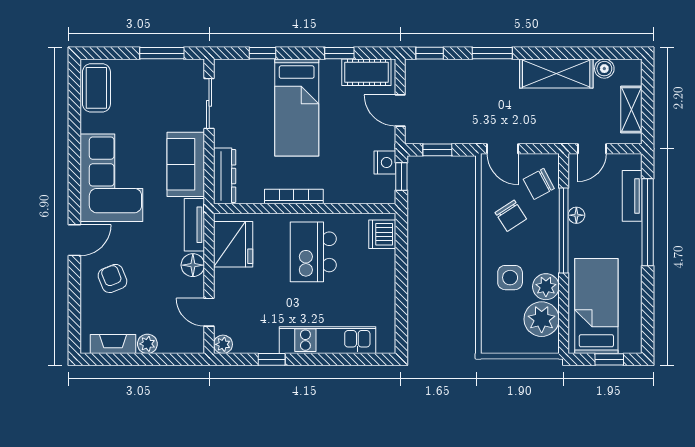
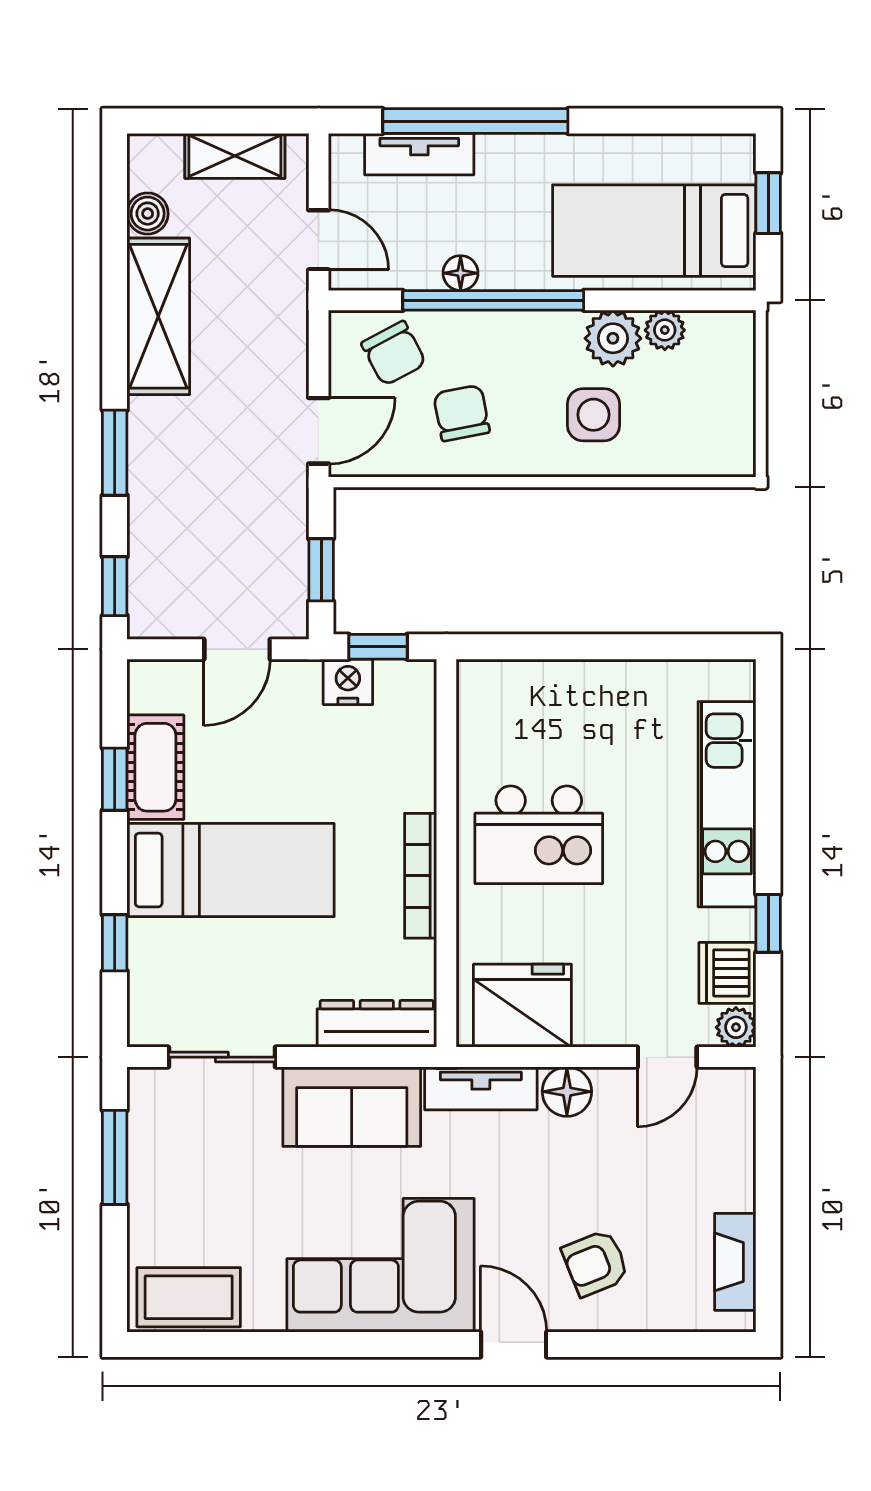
cot: (366, 72) -> (155, 767), moved
chair: (511, 216) -> (462, 413), turned -68
dishwasher: (382, 234) -> (727, 973), moved, turned 90
plant: (542, 319) -> (665, 330), width x0.53, depth x0.53
plant: (147, 344) -> (735, 1189), removed

